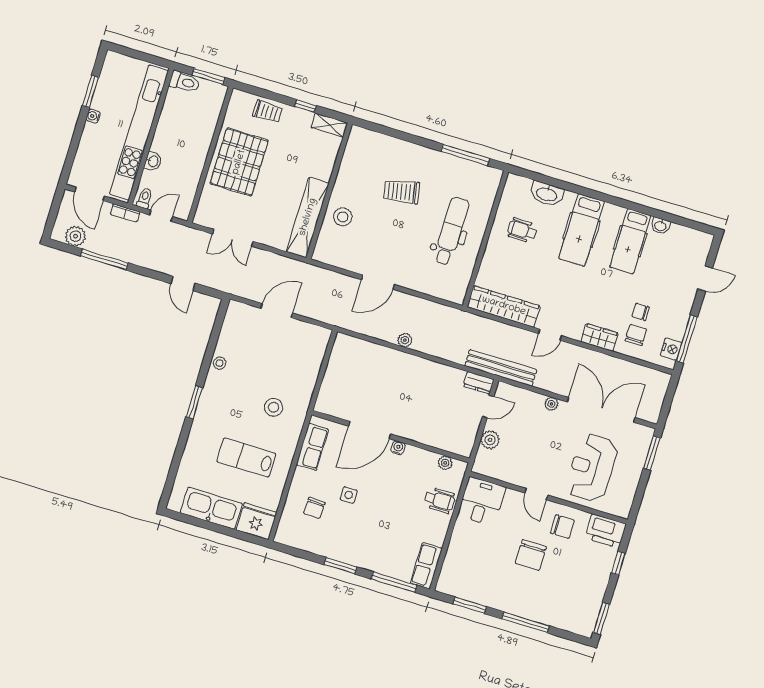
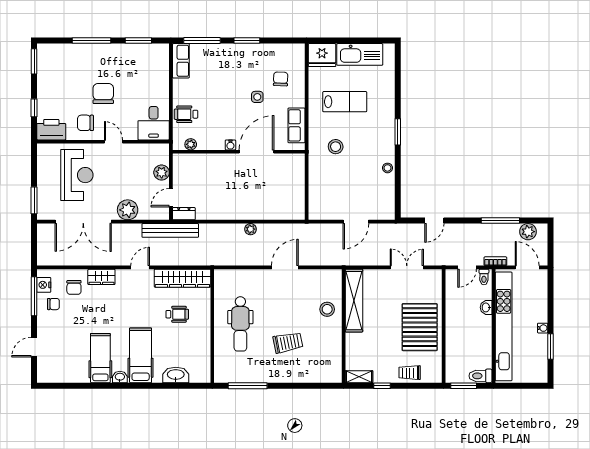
washbasin: (660, 226) -> (120, 377), moved
wheelchair: (522, 230) -> (177, 314), moved
door: (183, 283) -> (434, 221), swing flipped
chair: (641, 312) -> (53, 304), moved
plant: (551, 404) -> (128, 210), width x1.88, depth x1.88

